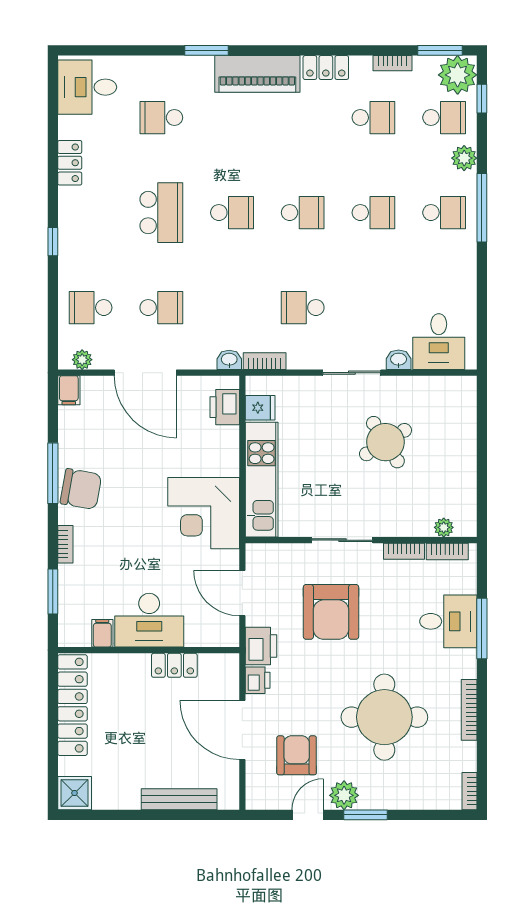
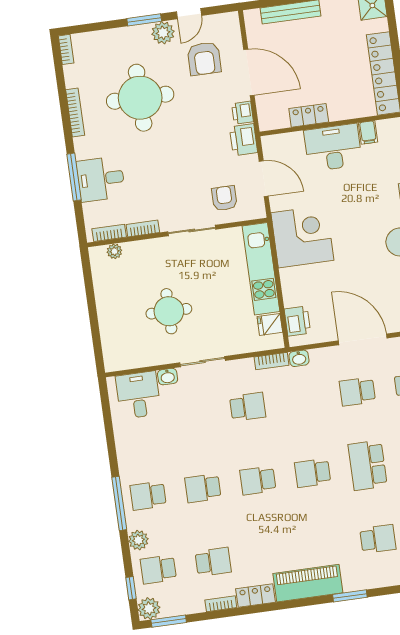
bookcase: (392, 63) -> (221, 604), moved
plant: (458, 75) -> (149, 609), width x0.73, depth x0.73
school desk: (373, 118) -> (213, 562), turned 180
round table: (385, 442) -> (169, 311), turned 32
armchair: (331, 612) -> (224, 198), moved, width x0.53, depth x0.53

